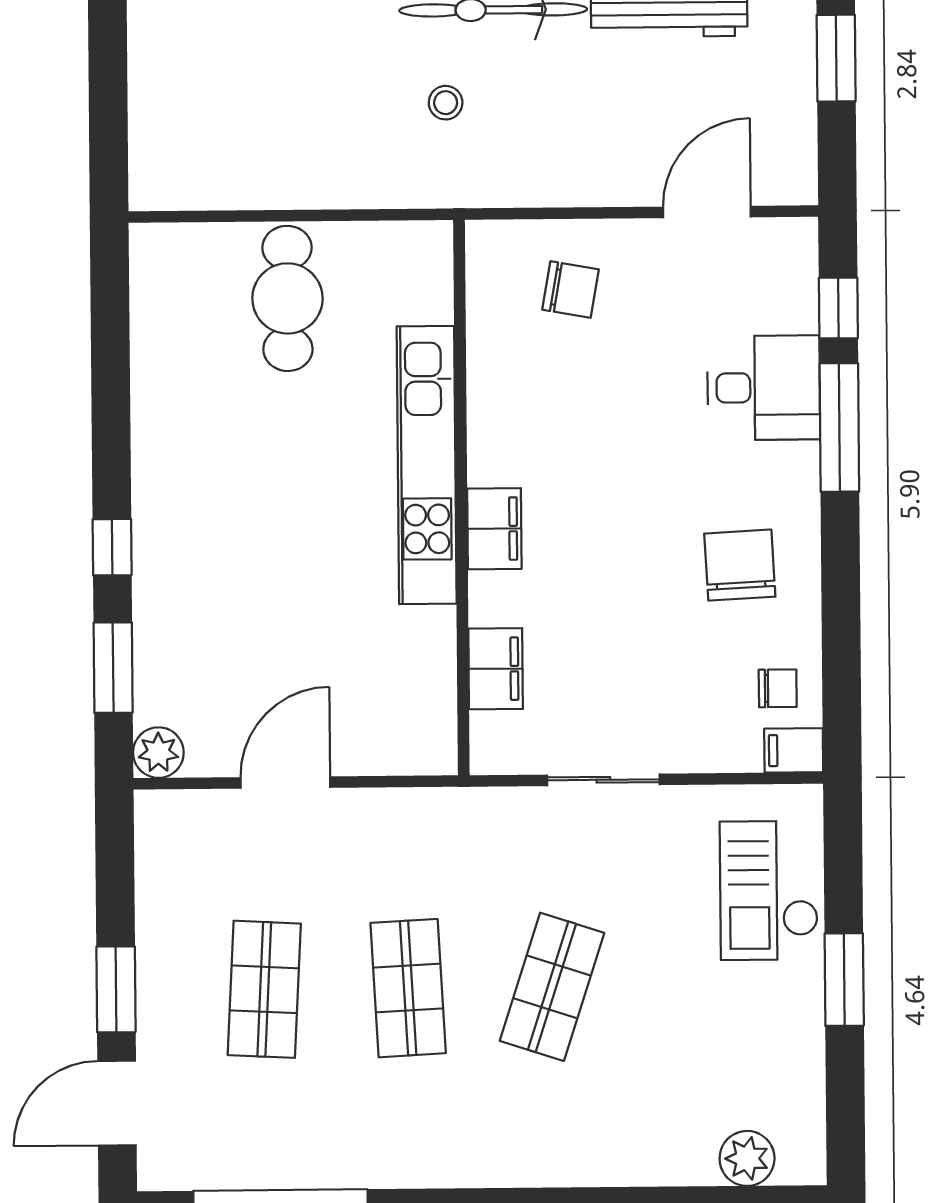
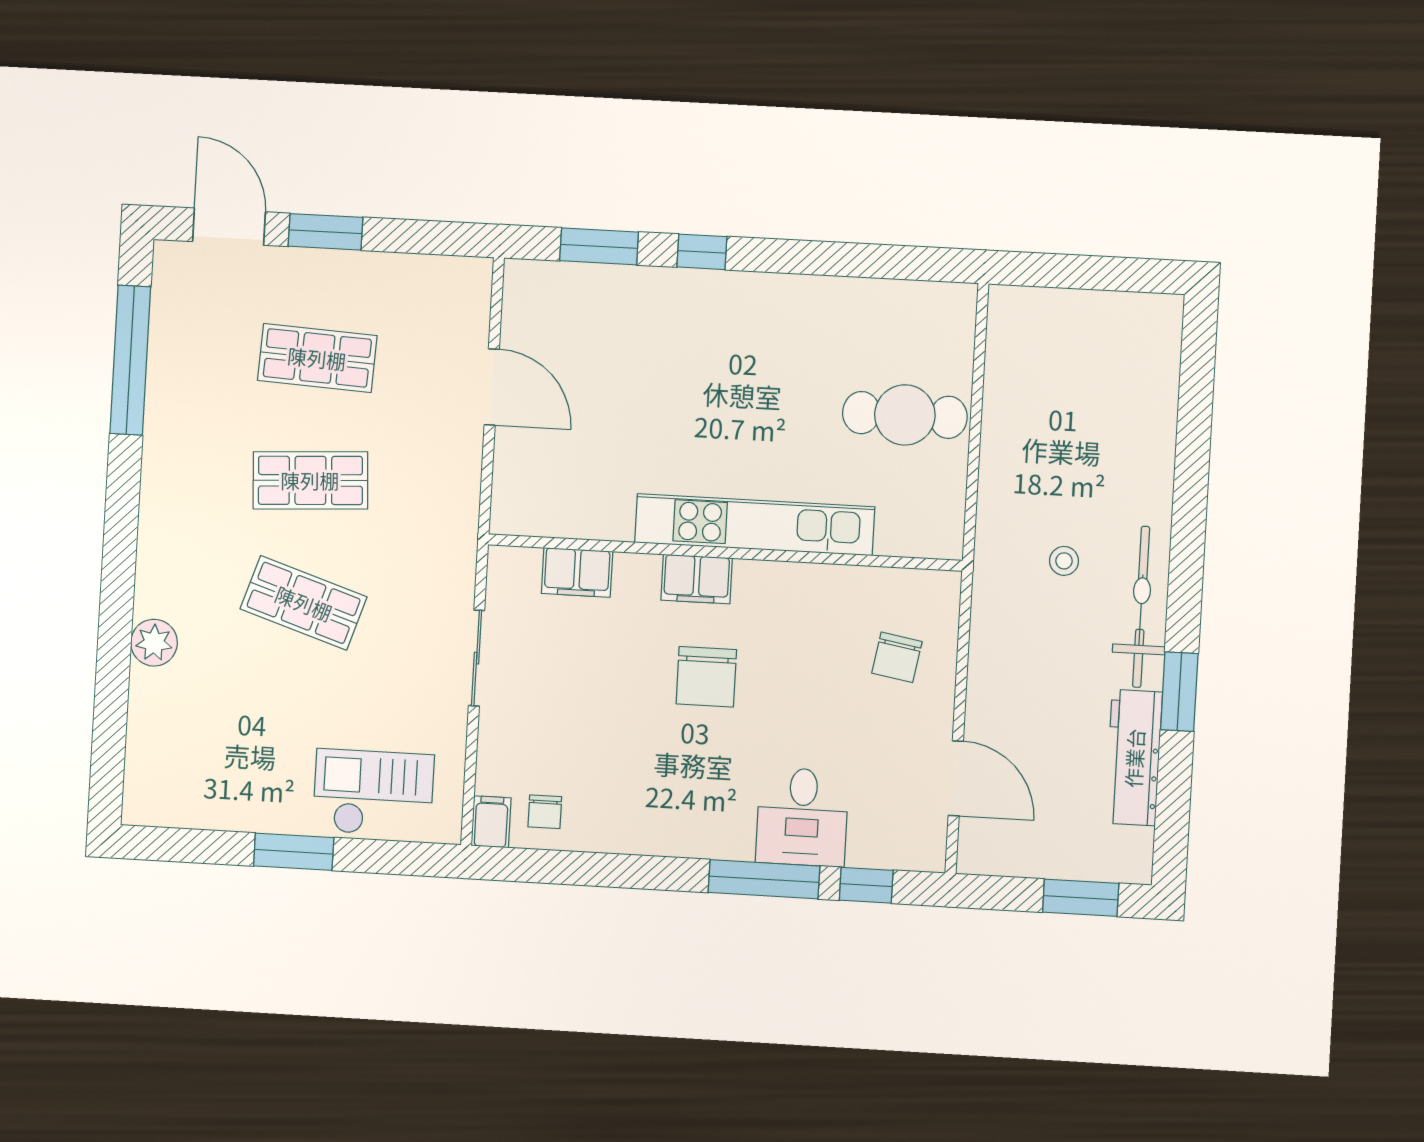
chair: (740, 565) -> (706, 677), moved, turned 93
plant: (158, 753) -> (524, 280), removed
plant: (747, 1158) -> (154, 643), moved

